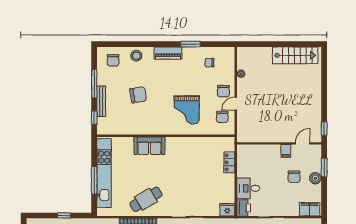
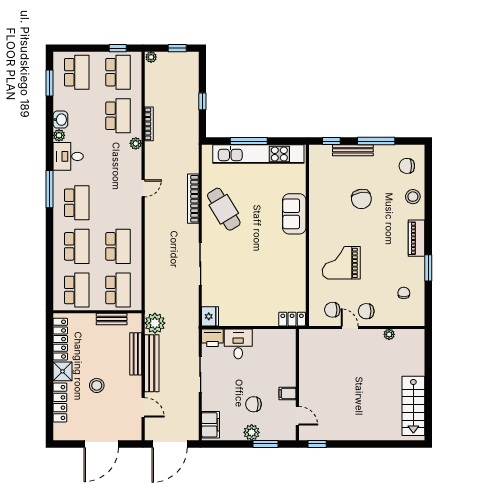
locker: (229, 162) -> (292, 319), moved

